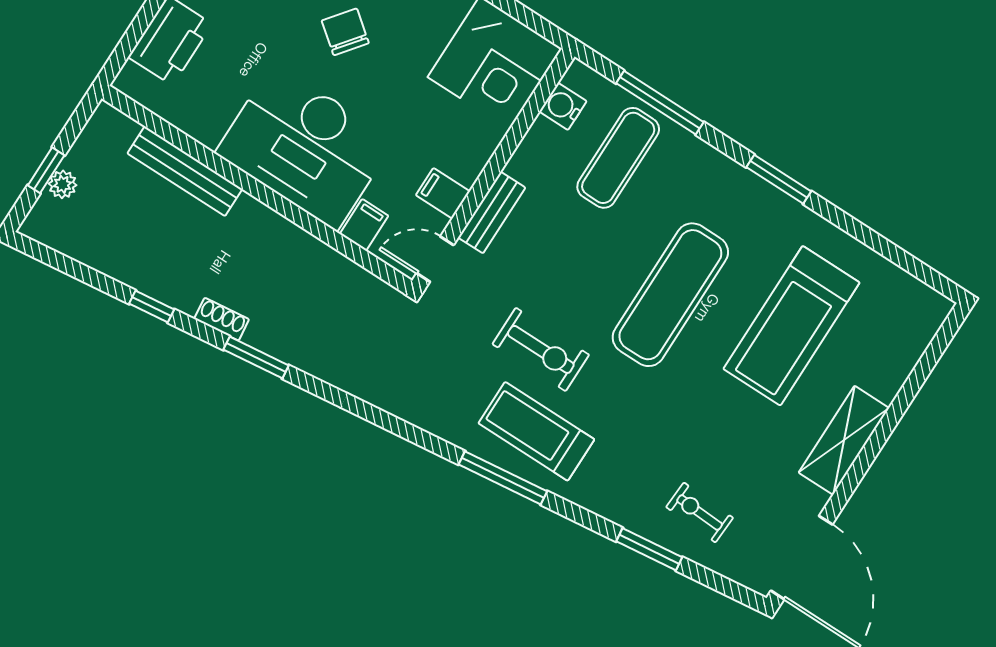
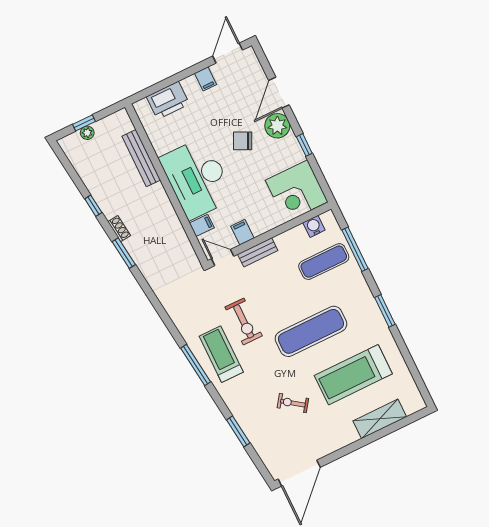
chair: (345, 32) -> (243, 141), turned -102
shelving: (844, 440) -> (380, 419), moved
exercise bike: (700, 512) -> (293, 403), moved, turned -57

